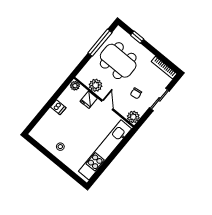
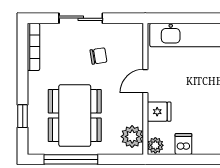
plant: (96, 85) -> (132, 137), moved
dishwasher: (58, 107) -> (183, 144), moved
plant: (133, 117) -> (133, 34), removed

